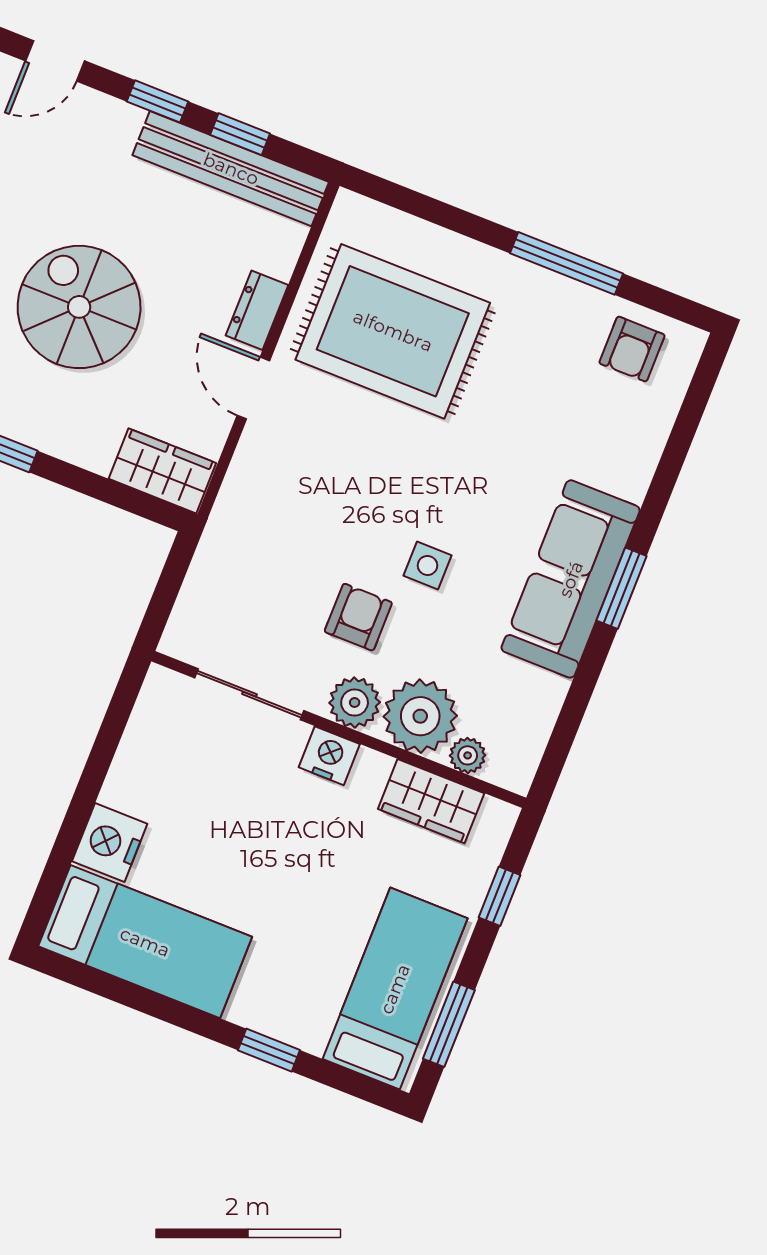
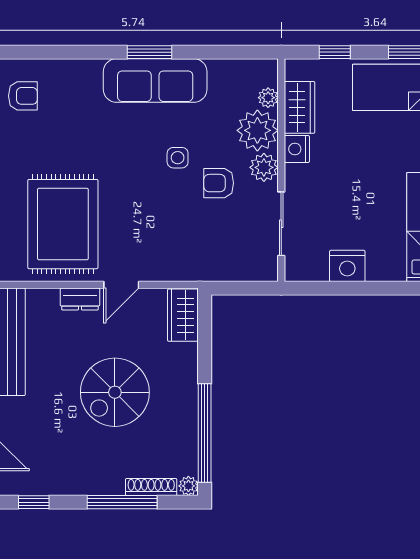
nightstand: (329, 756) -> (297, 149), moved
nightstand: (110, 843) -> (347, 266), moved

